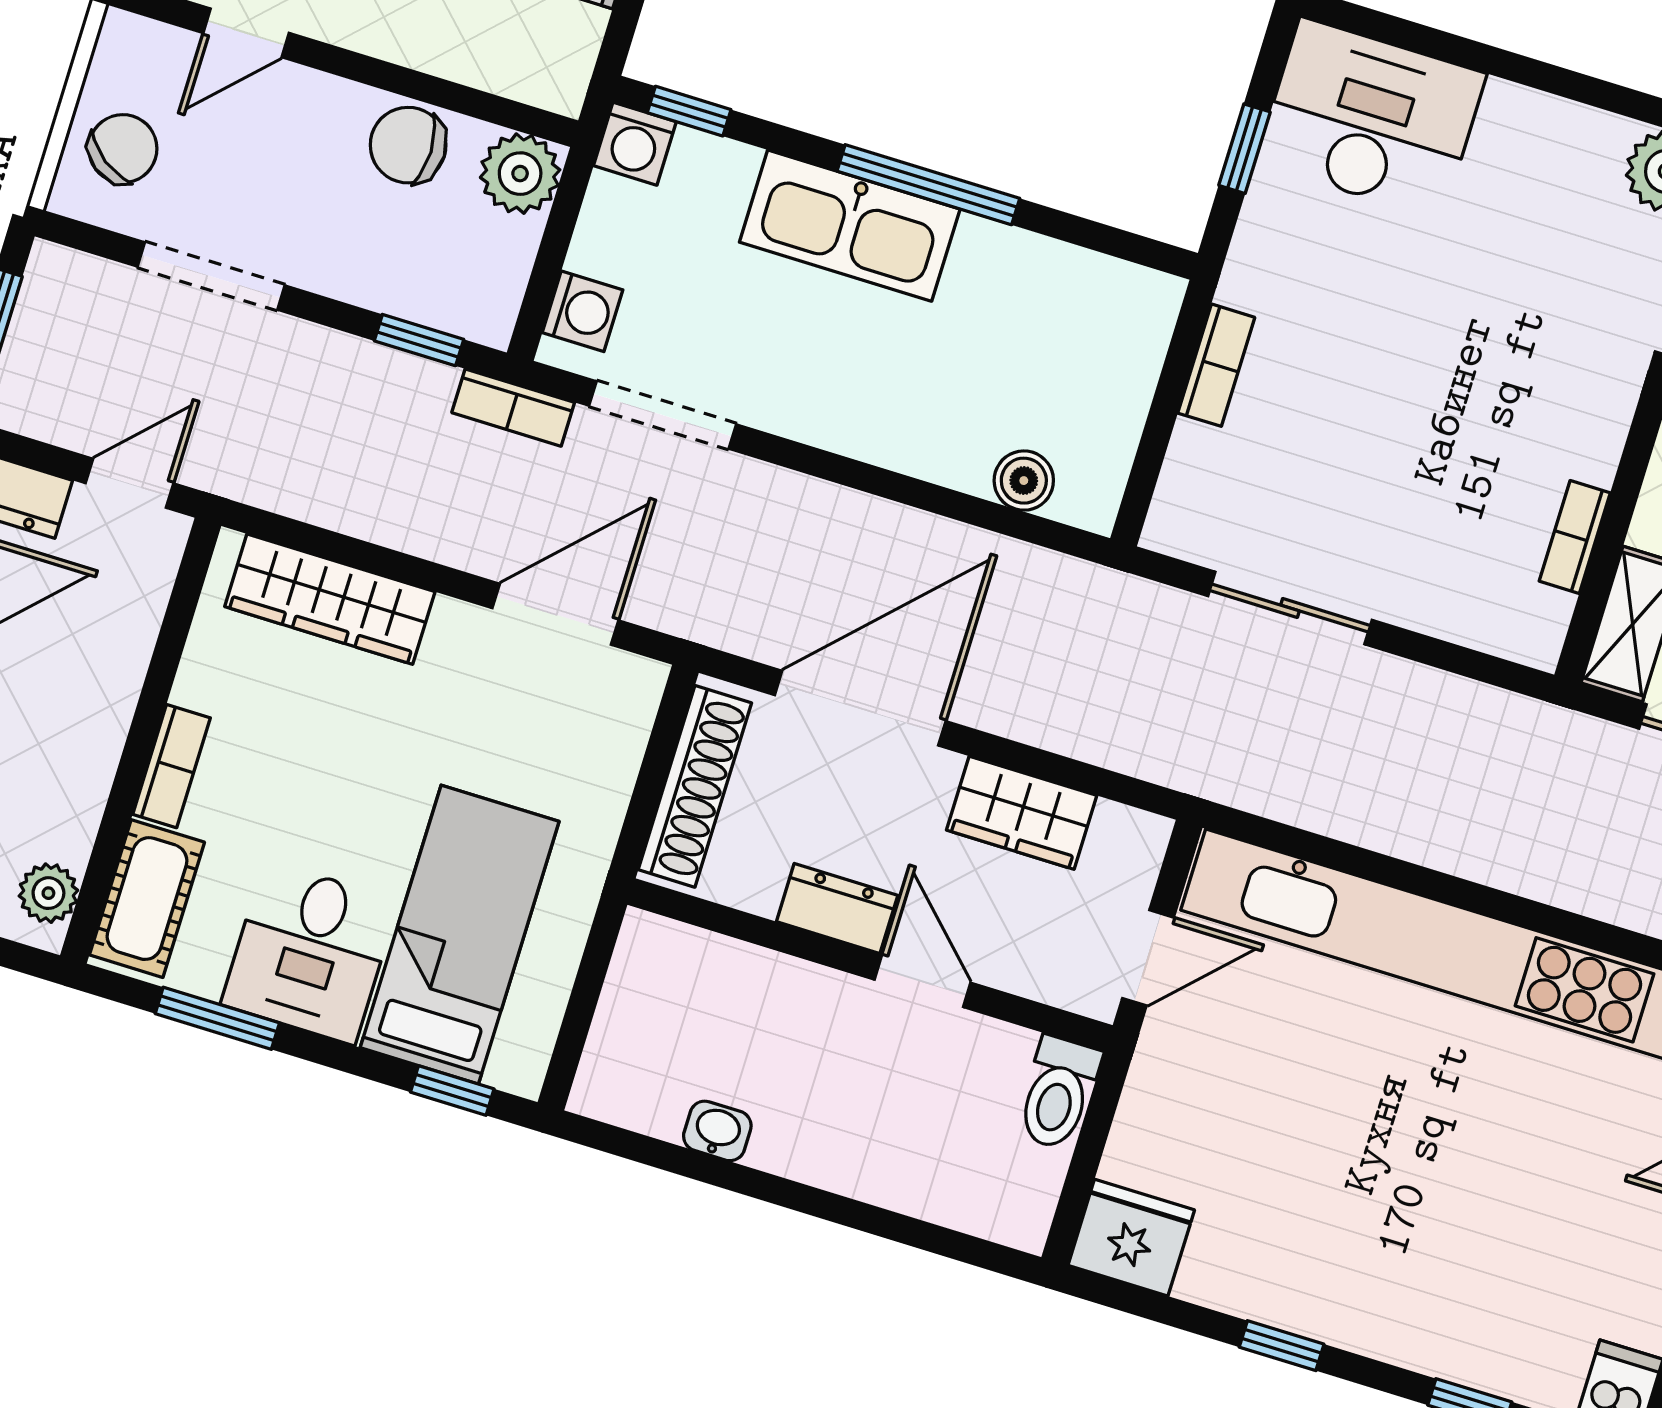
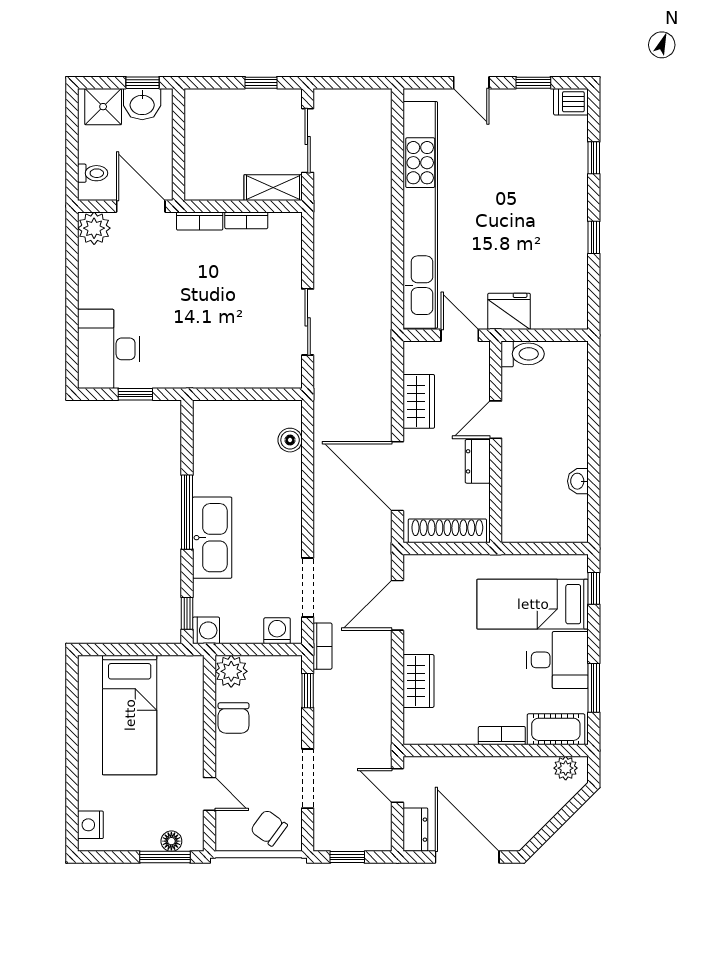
bookcase: (1216, 365) -> (200, 221), moved, turned 180
wardrobe: (330, 599) -> (418, 681), width x0.67
door: (555, 614) -> (397, 605), hinge flipped
fridge: (1131, 1238) -> (509, 311), moved, turned 90

